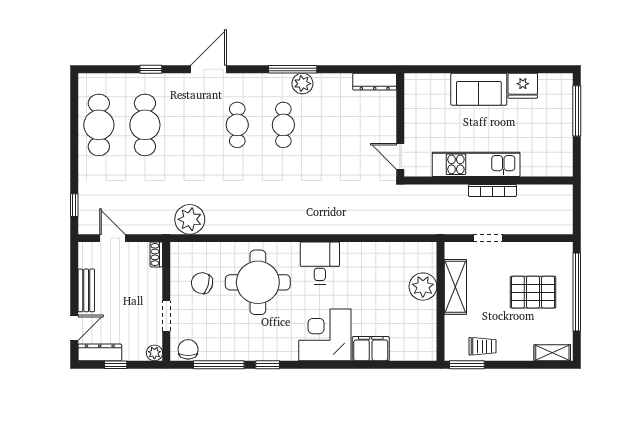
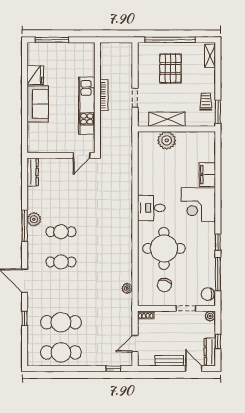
plant: (190, 219) -> (127, 288), width x0.53, depth x0.53

